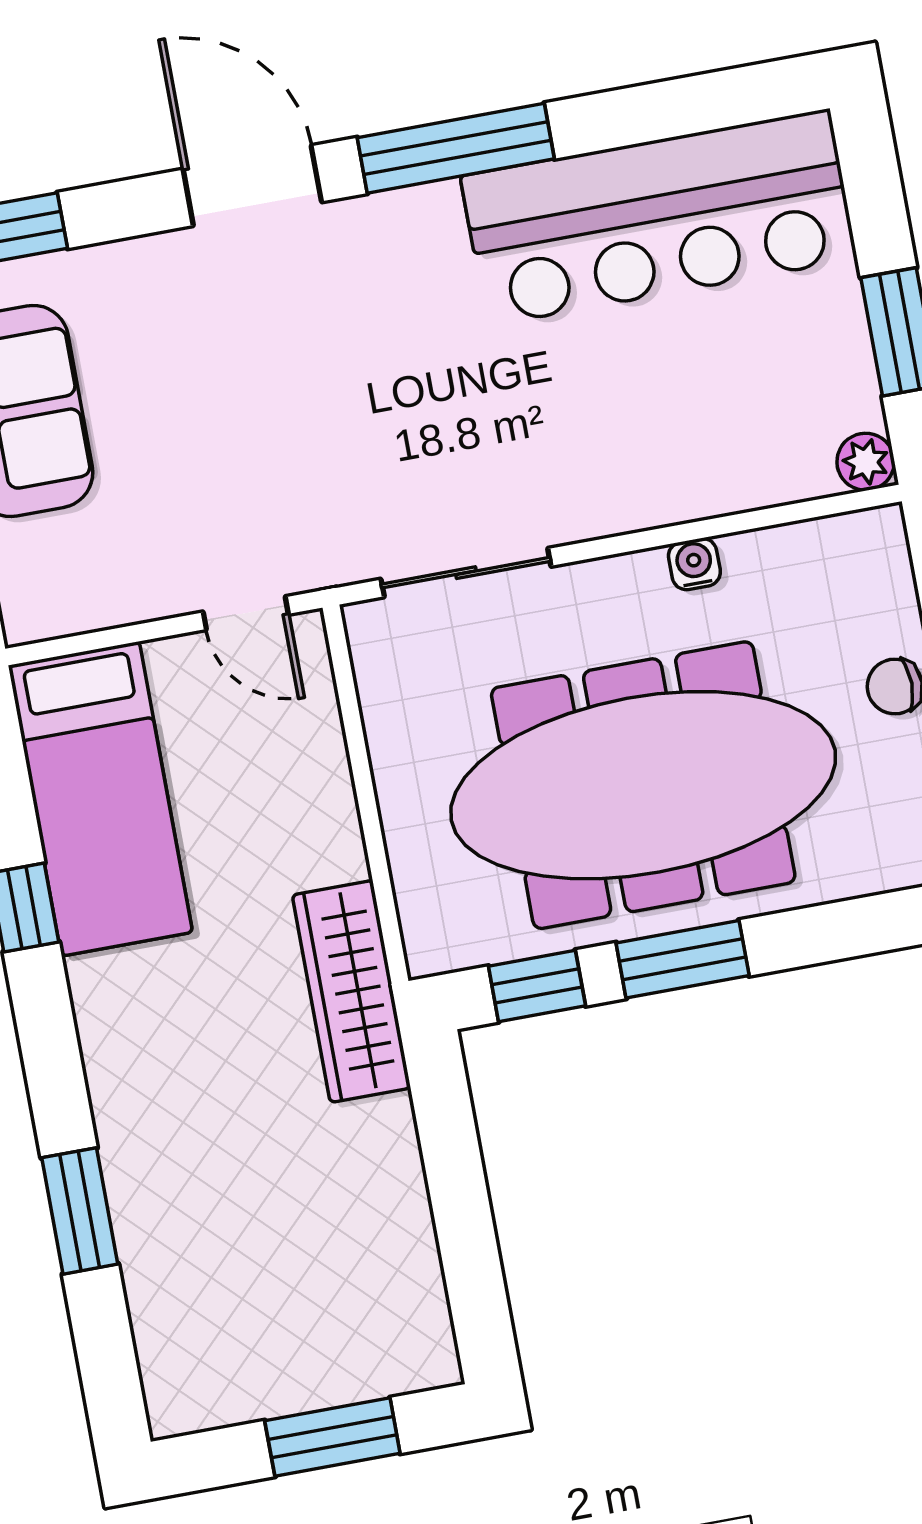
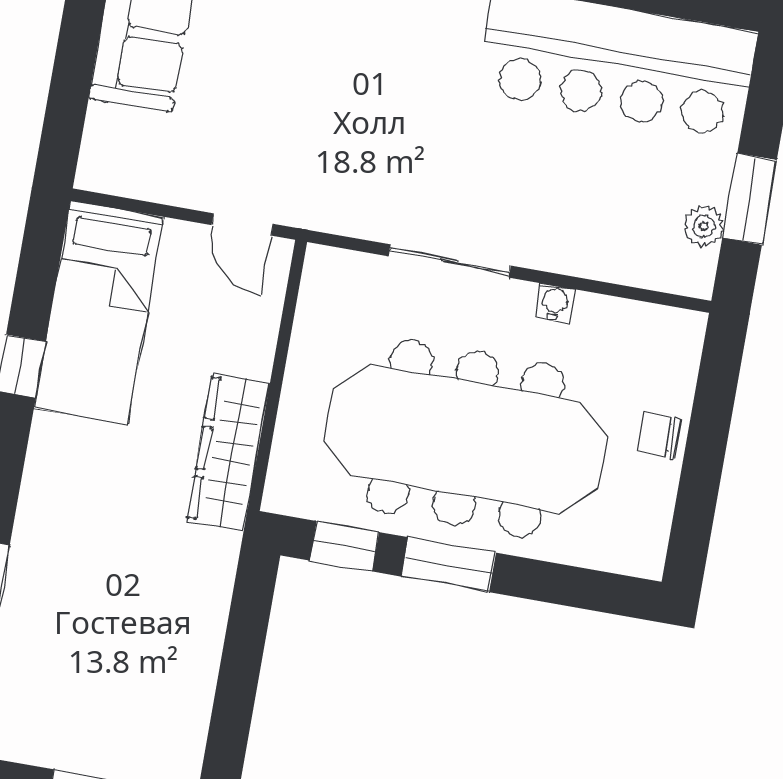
plant: (866, 462) -> (704, 226), moved
sliding door: (466, 573) -> (450, 261), moved
wardrobe: (351, 991) -> (228, 452), moved

